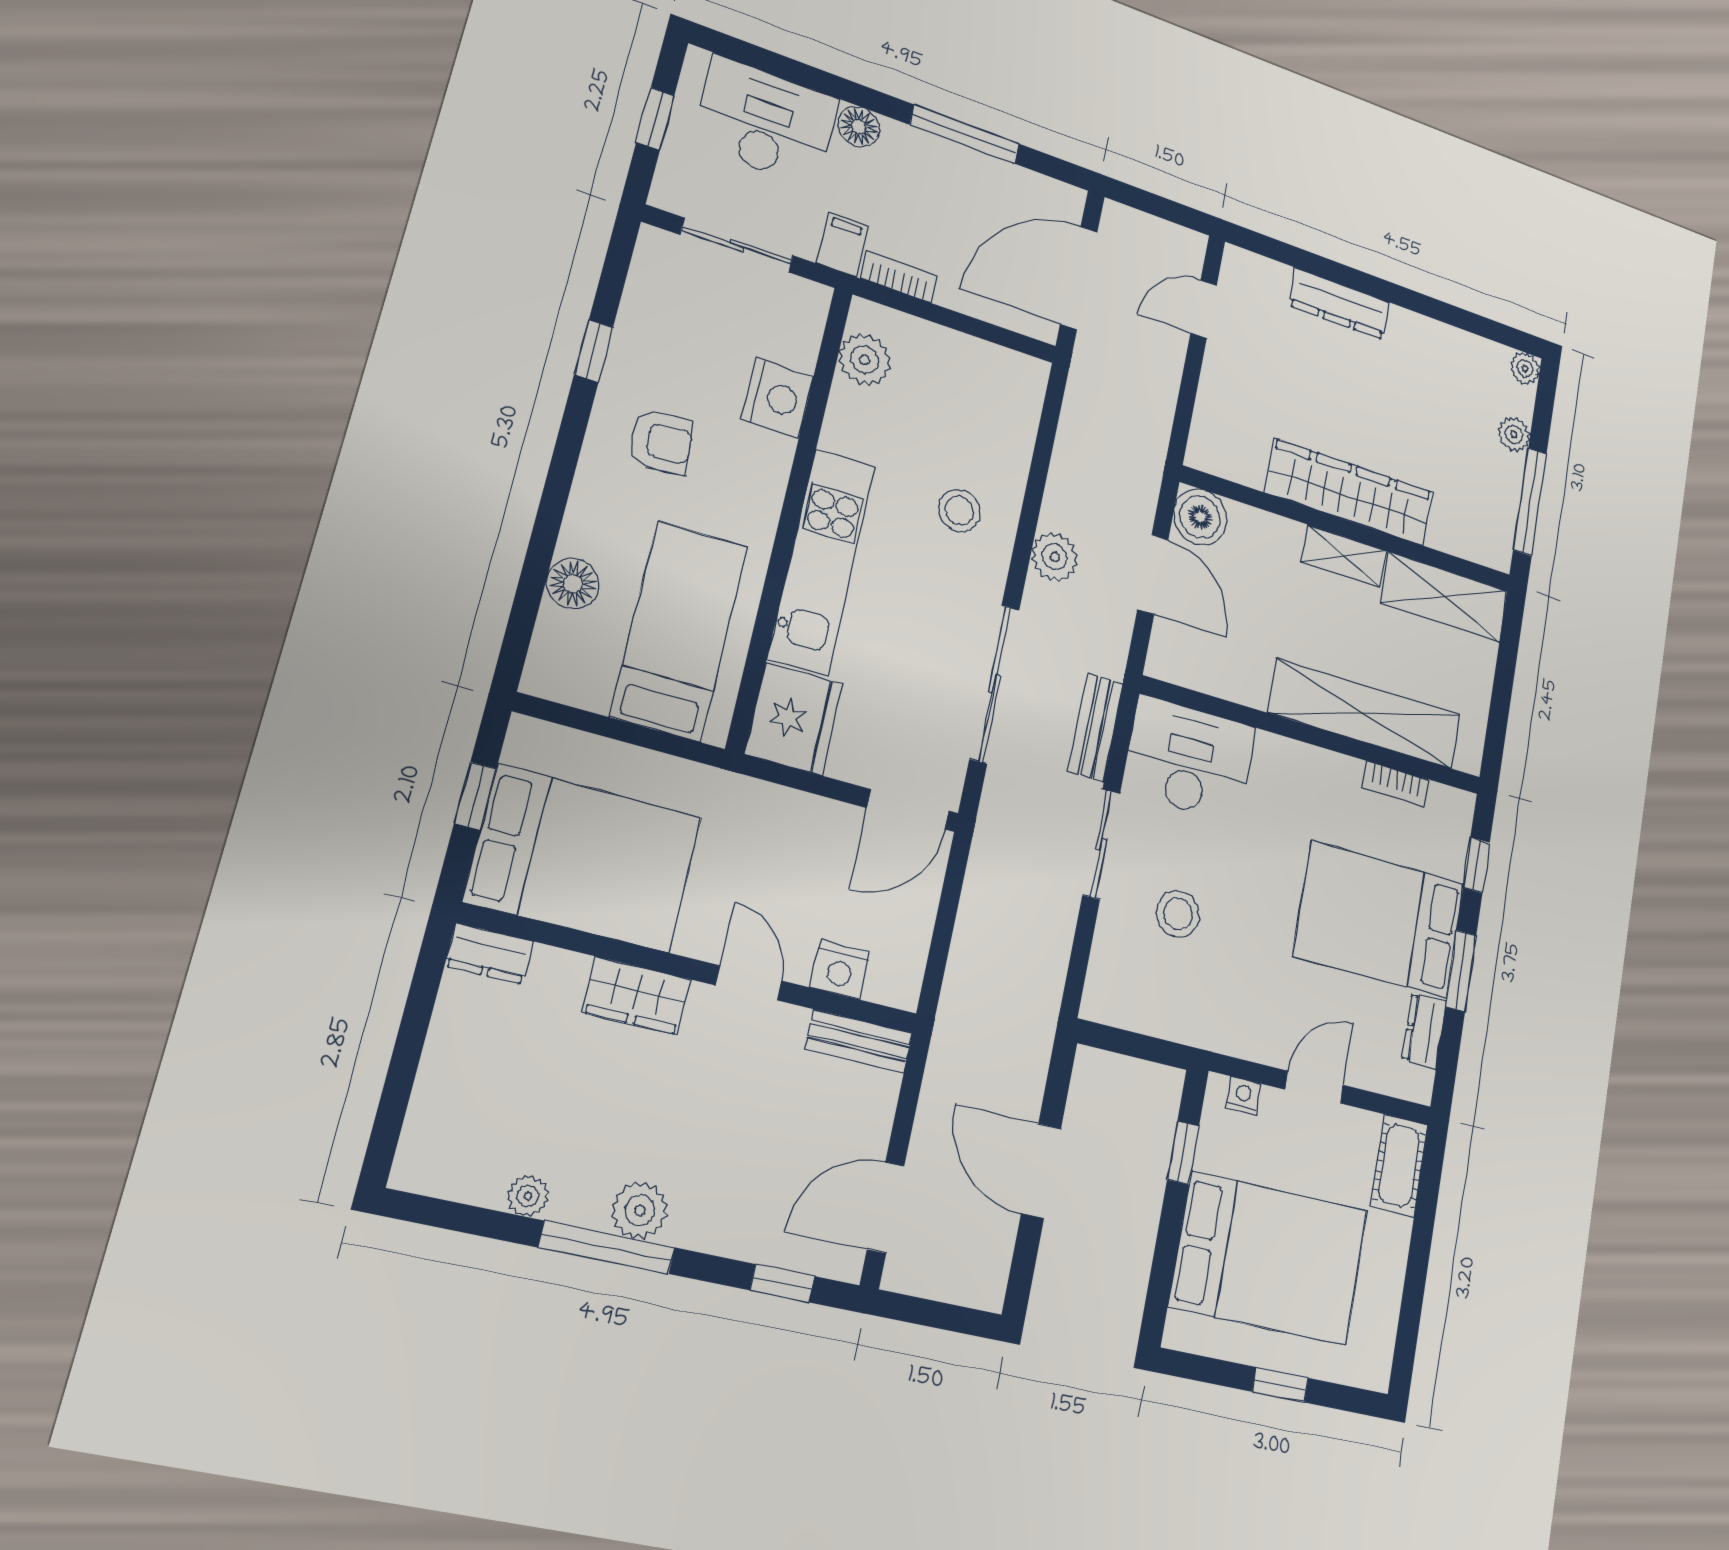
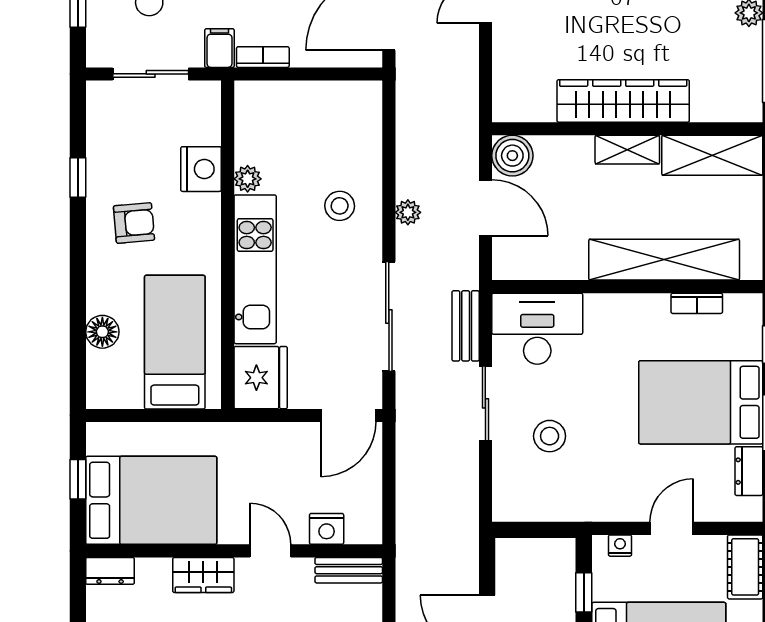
plant: (865, 360) -> (248, 179), moved, width x0.73, depth x0.73
plant: (1055, 557) -> (408, 212), width x0.73, depth x0.73

